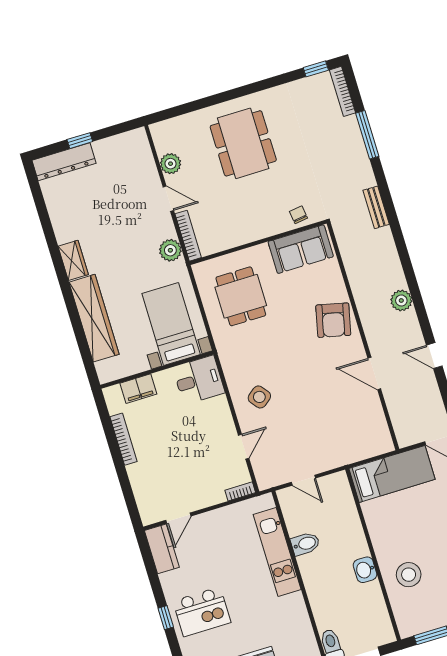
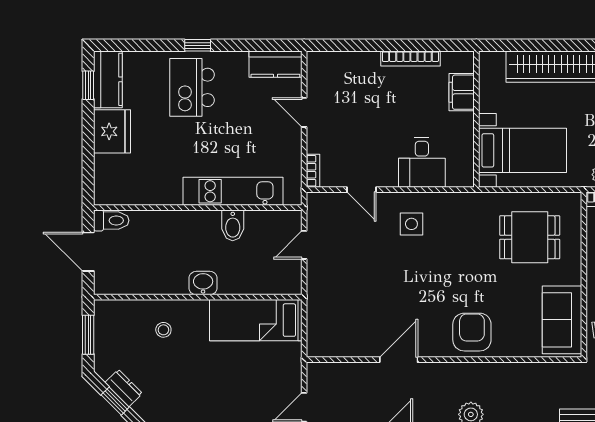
armchair: (333, 320) -> (472, 332), turned 77
desk: (199, 380) -> (422, 162), moved
side table: (259, 397) -> (411, 224), turned 38
bed: (392, 474) -> (256, 320), moved, turned 90
door: (178, 518) -> (304, 112), moved
washbasin: (365, 570) -> (203, 283), moved
stool: (409, 575) -> (163, 330), width x0.53, depth x0.53

